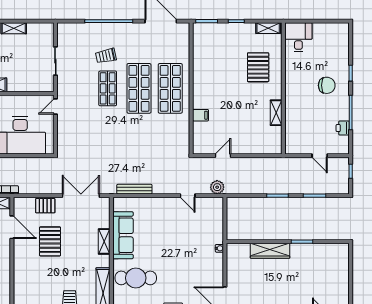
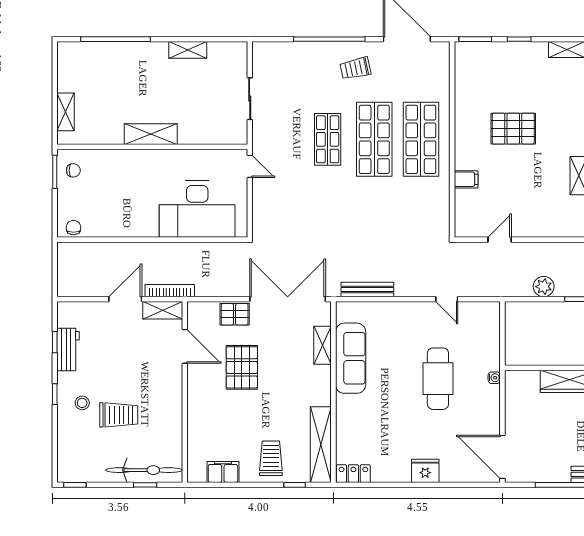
trolley: (106, 56) -> (355, 68), moved
pallet: (258, 67) -> (513, 129), moved, turned 90
door: (55, 106) -> (250, 166), swing flipped
plant: (217, 187) -> (544, 287), moved
double door: (81, 196) -> (288, 299), width x1.36
shelving: (104, 241) -> (323, 345), moved
cafe table: (136, 278) -> (438, 379), moved, turned 90

